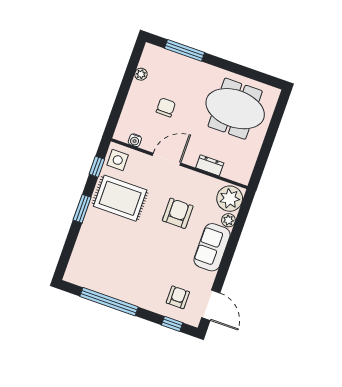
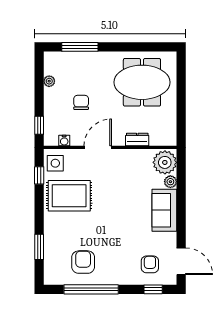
window: (115, 116) -> (39, 125), added
window: (82, 209) -> (39, 247), moved
armchair: (178, 213) -> (83, 262), moved

